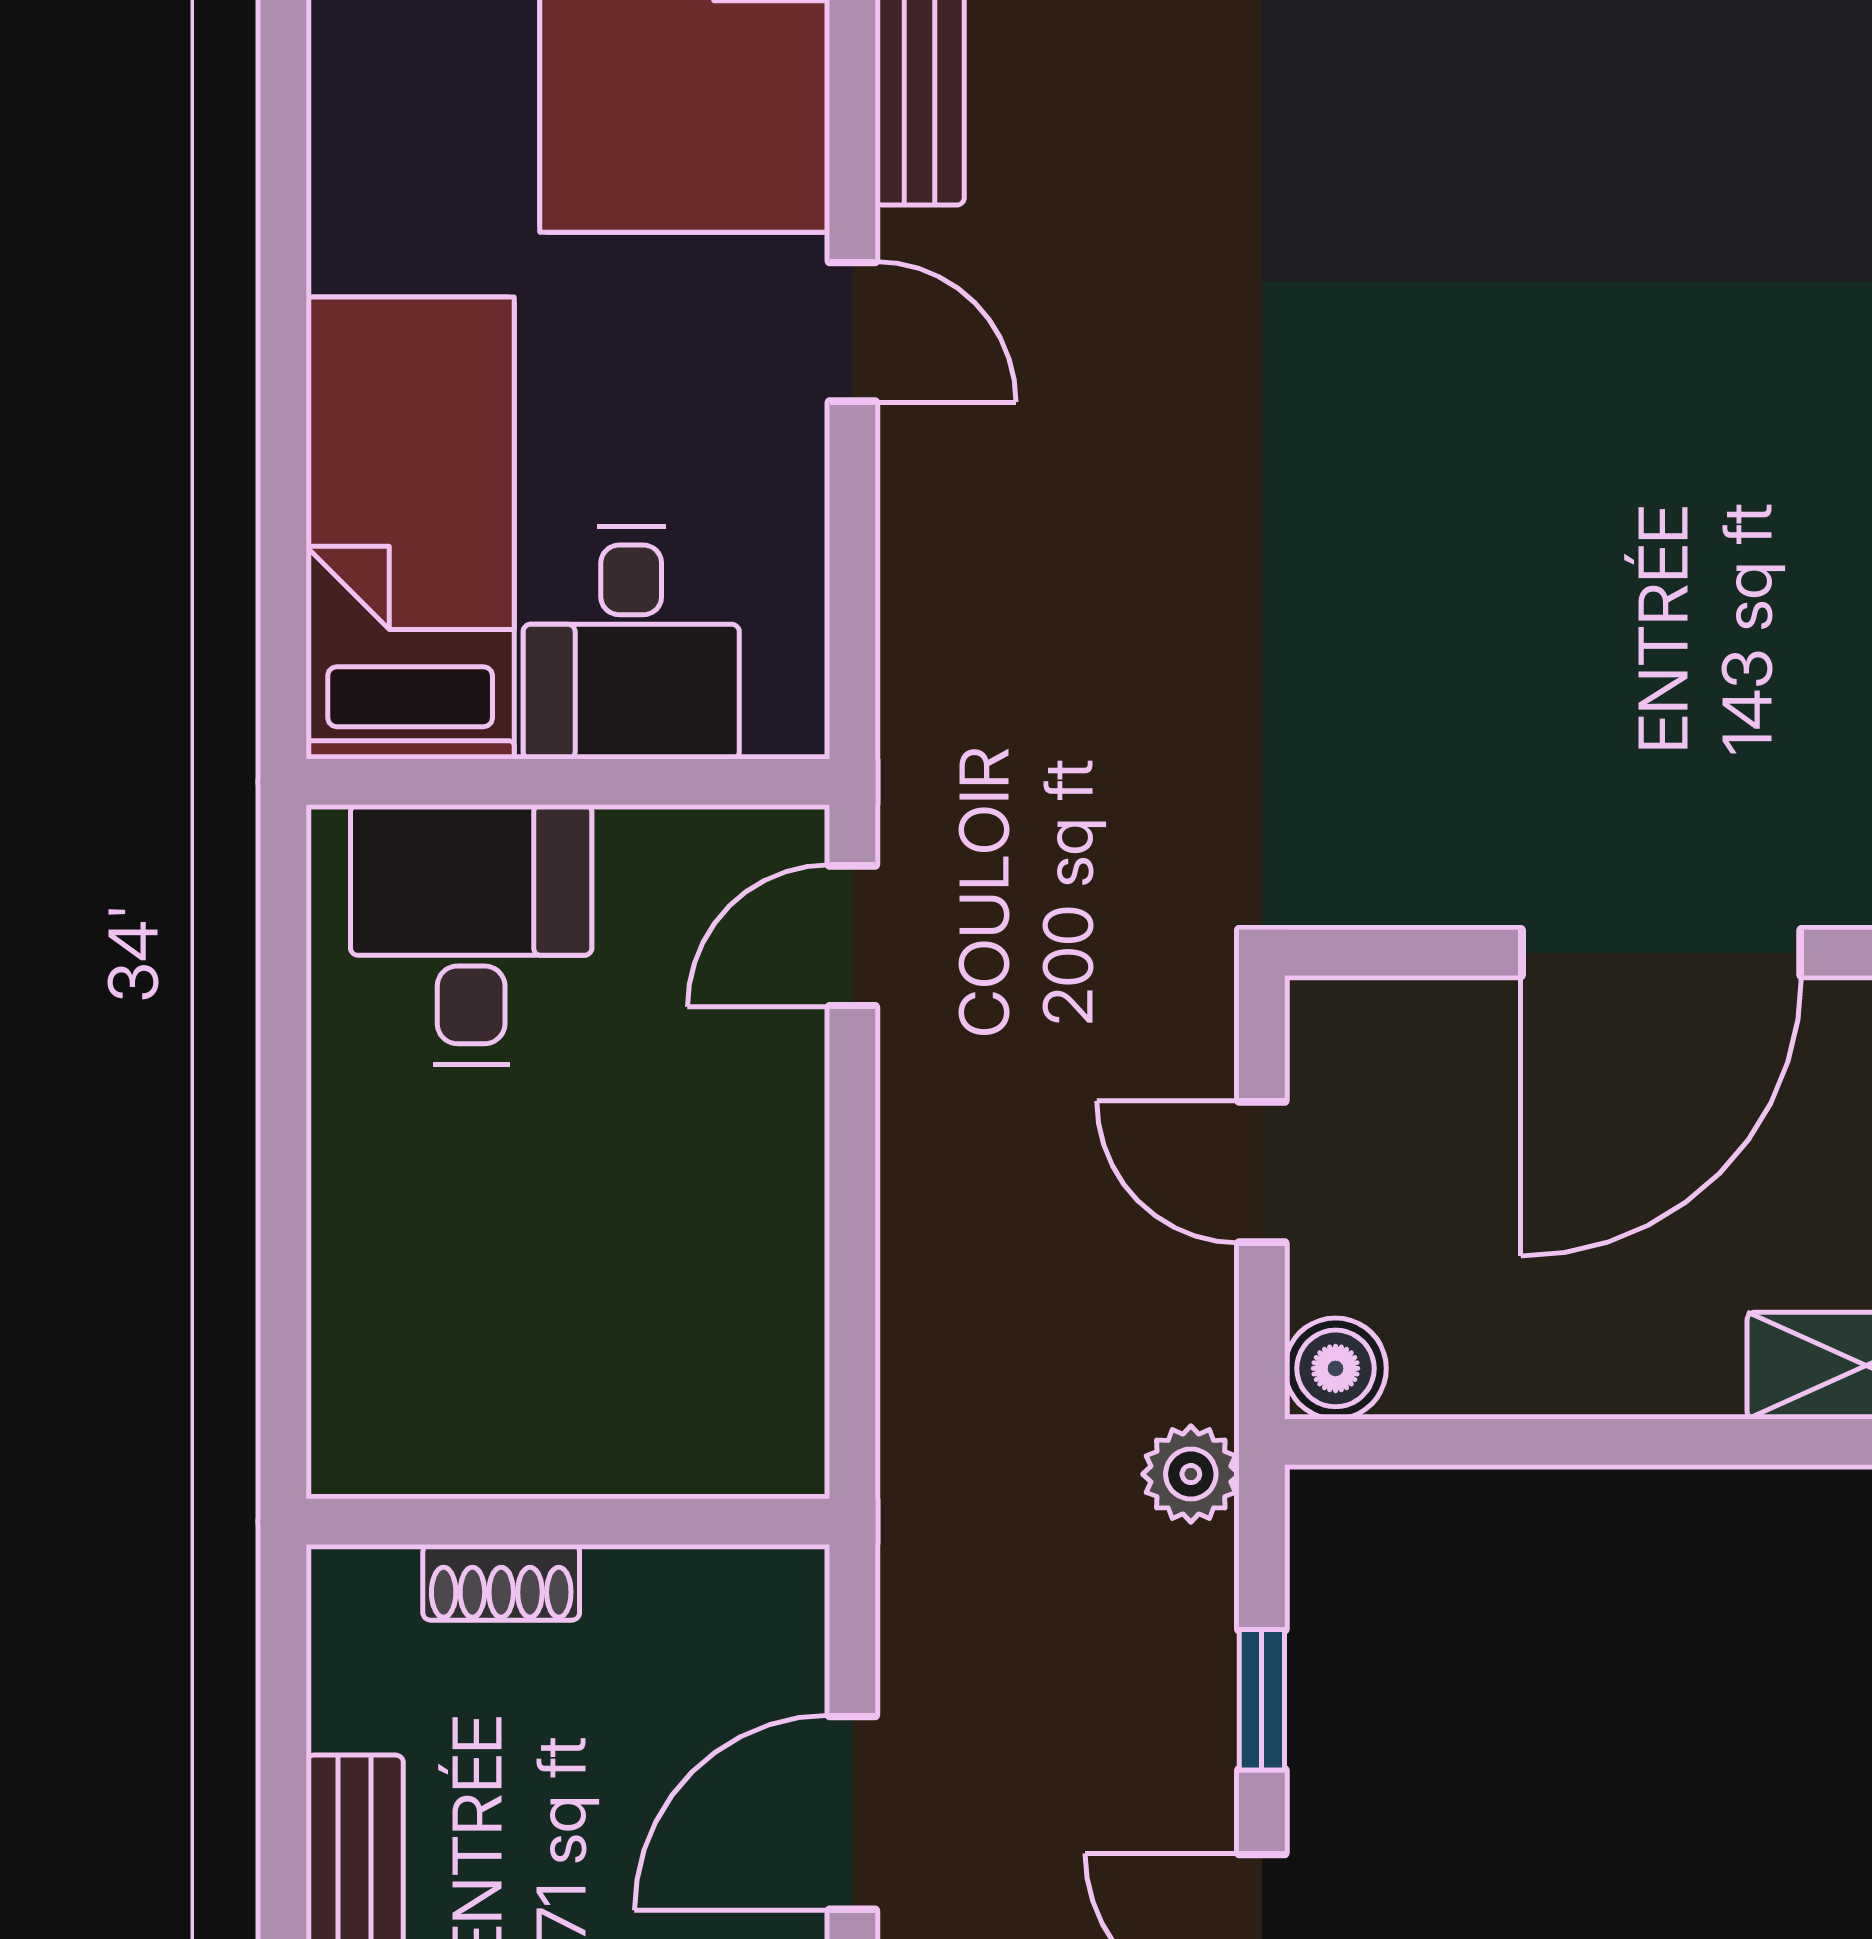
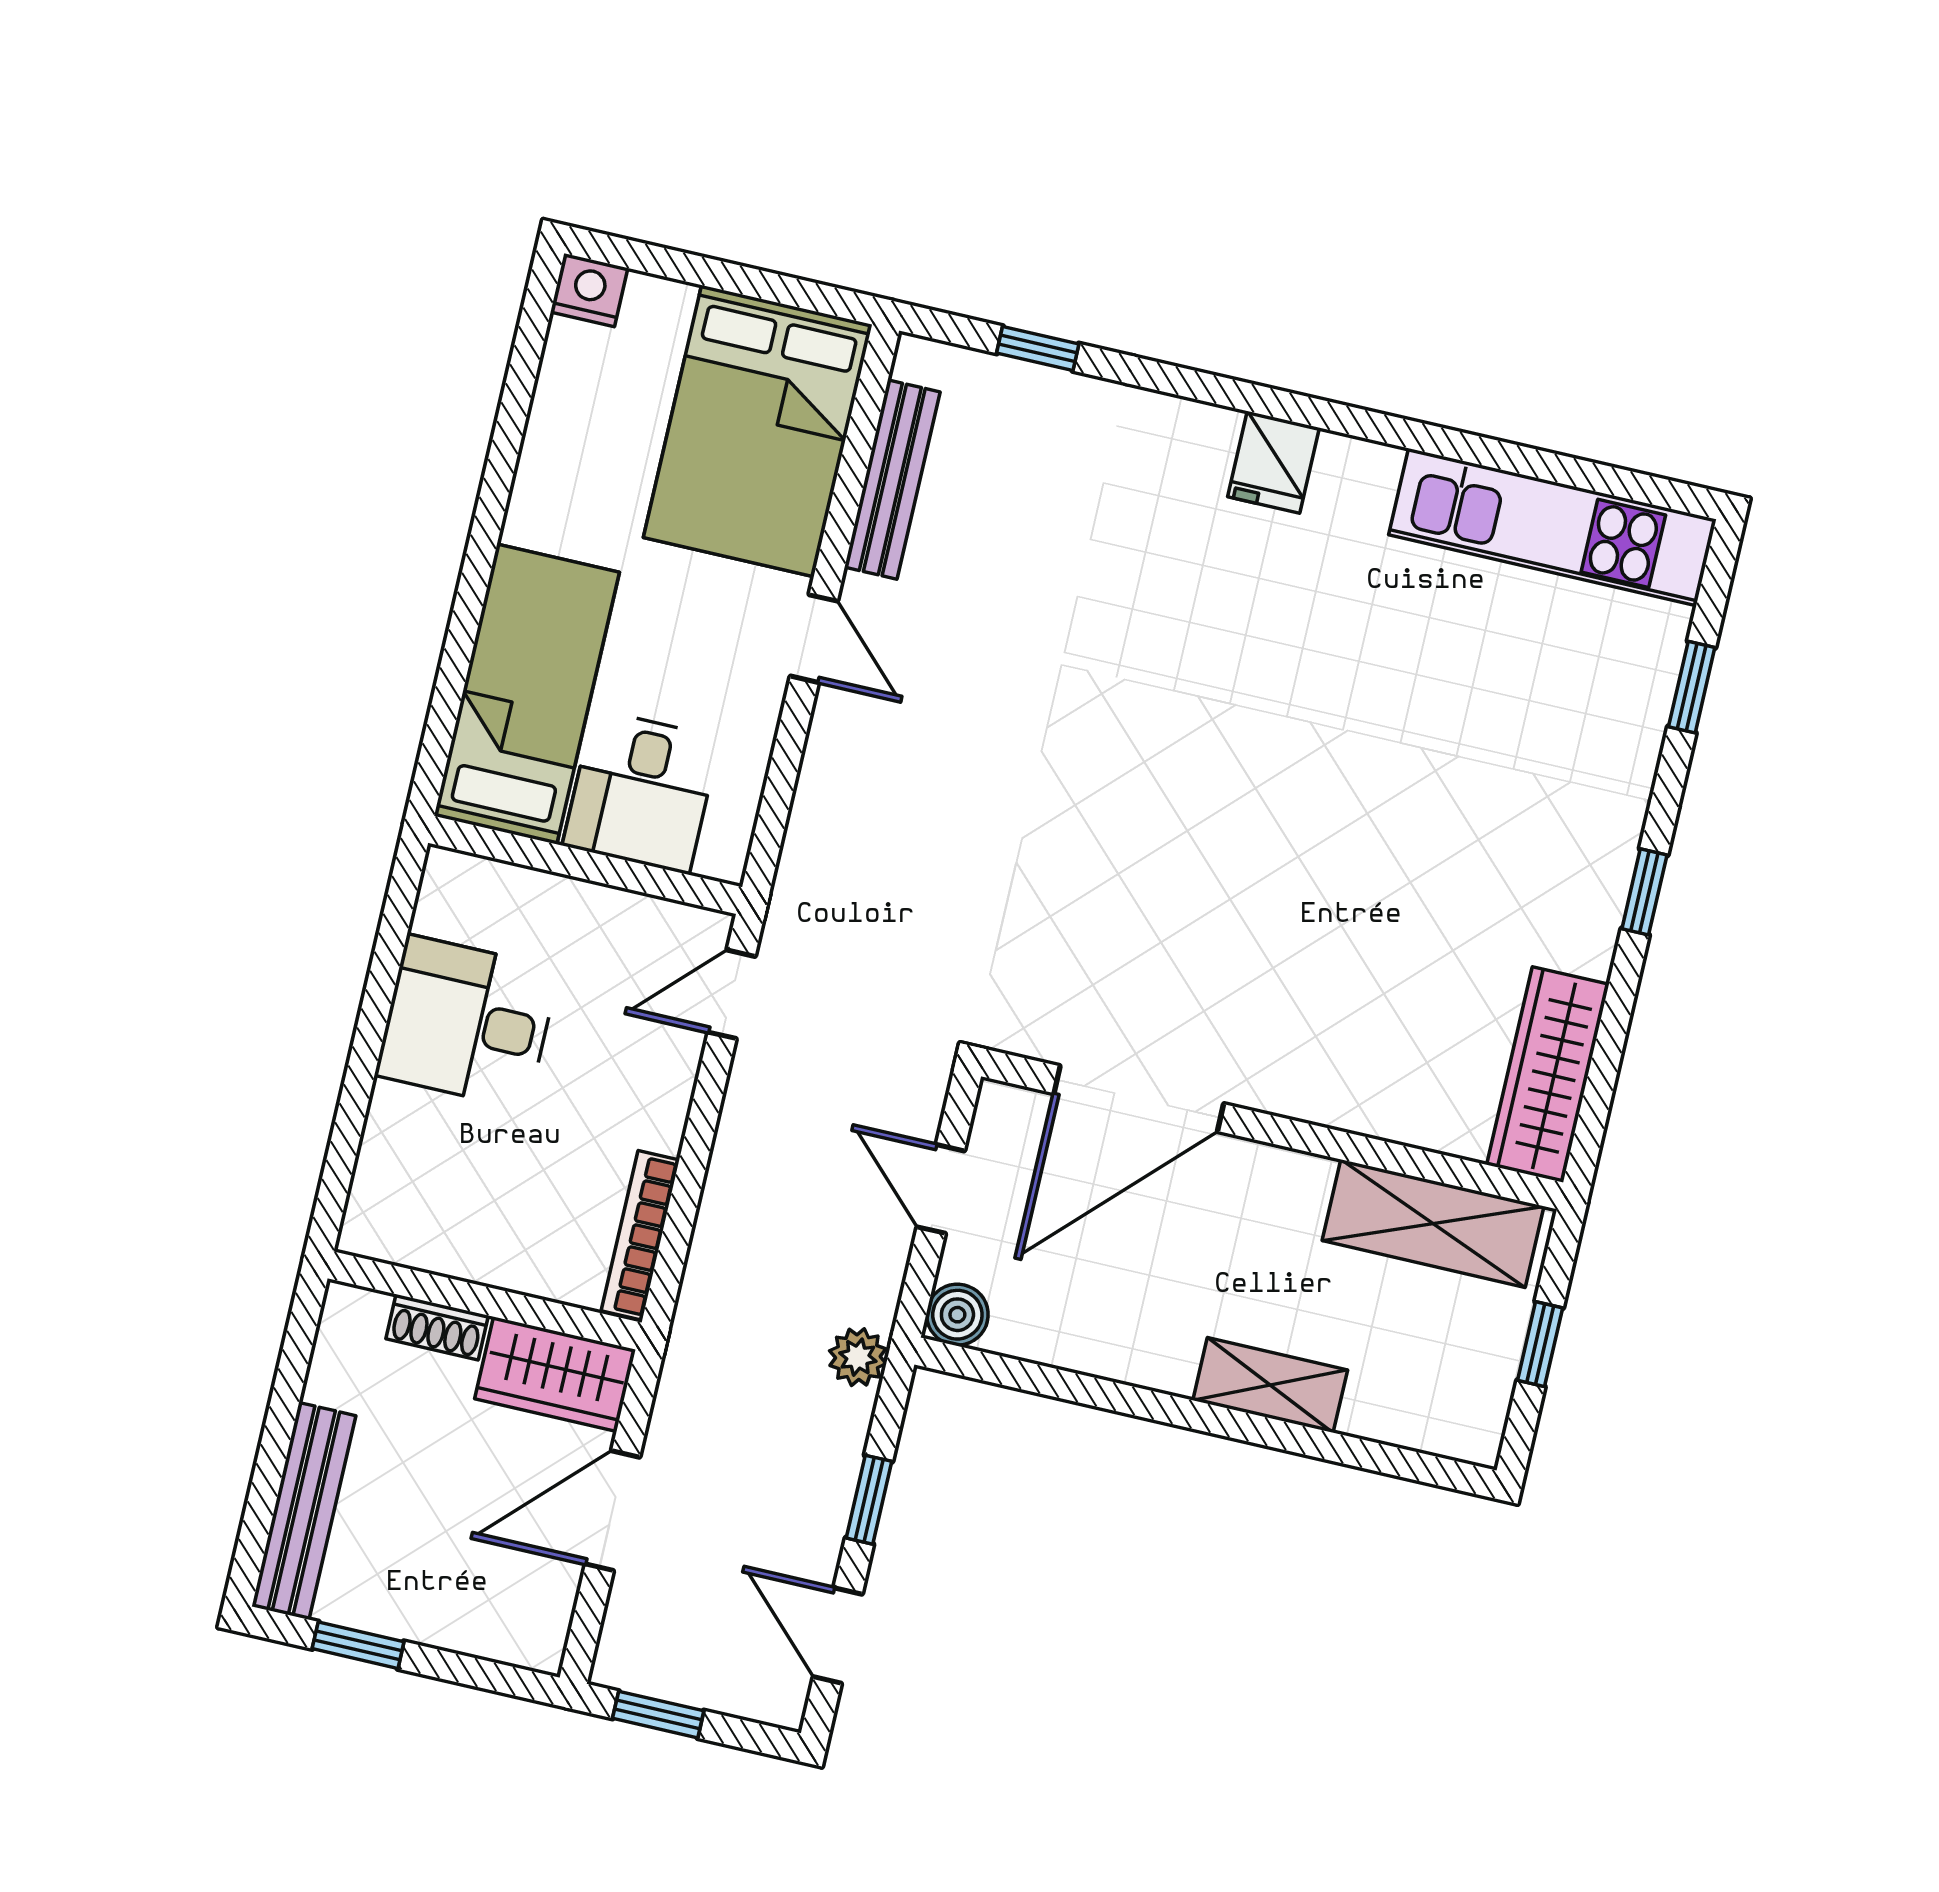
desk: (471, 935) -> (467, 1022), moved, turned -90
door: (1661, 953) -> (1139, 1099), moved
bookcase: (795, 1359) -> (640, 1235), added
wardrobe: (709, 1614) -> (555, 1374), added

